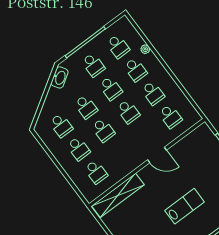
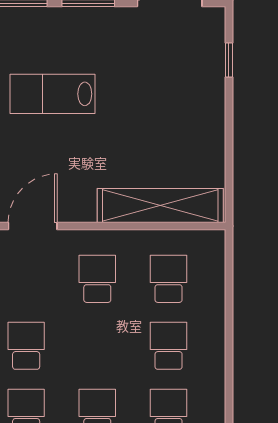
school desk: (103, 130) -> (97, 279), moved
door: (157, 155) -> (33, 226), hinge flipped

